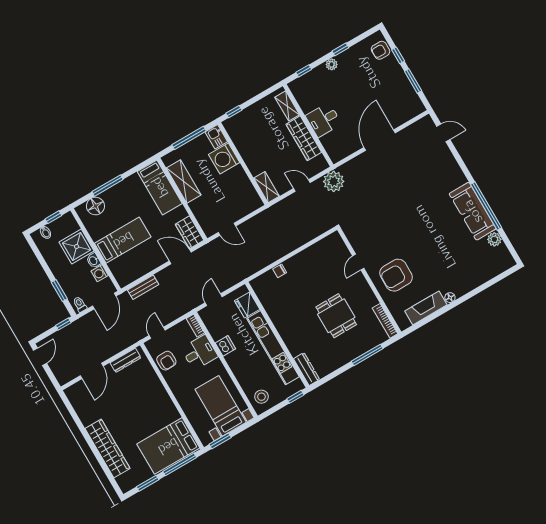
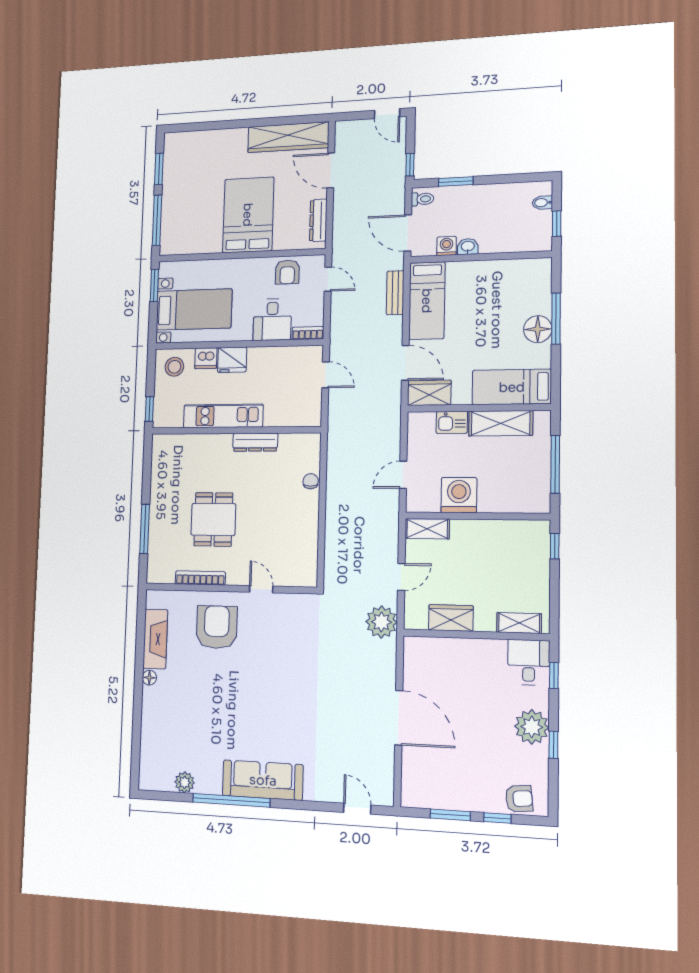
armchair: (381, 50) -> (519, 799), turned 84
plant: (332, 64) -> (532, 727), width x1.87, depth x1.87
desk: (324, 120) -> (529, 662), moved
door: (443, 133) -> (357, 809), swing flipped
kitchen sink: (216, 137) -> (452, 422), moved, turned 180
wardrobe: (304, 138) -> (451, 618), width x0.67
washing machine: (224, 158) -> (459, 495), moved
floor lamp: (95, 206) -> (538, 329), moved
sofa: (473, 211) -> (263, 780), moved
door: (227, 229) -> (403, 475), moved
bed: (123, 240) -> (427, 301), moved
shower: (77, 246) -> (499, 234), removed
door: (180, 257) -> (405, 363), hinge flipped
fridge: (247, 305) -> (232, 360), moved, turned 180
dining table: (336, 316) -> (213, 519), turned 90
bookcase: (385, 321) -> (200, 578), moved
dishwasher: (225, 346) -> (206, 358), moved
kitchen unit: (273, 348) -> (223, 416), width x0.73
armchair: (166, 361) -> (287, 272), turned -88
dresser: (307, 369) -> (255, 442), moved
bed: (168, 446) -> (248, 215), moved
wardrobe: (108, 448) -> (288, 137), moved

